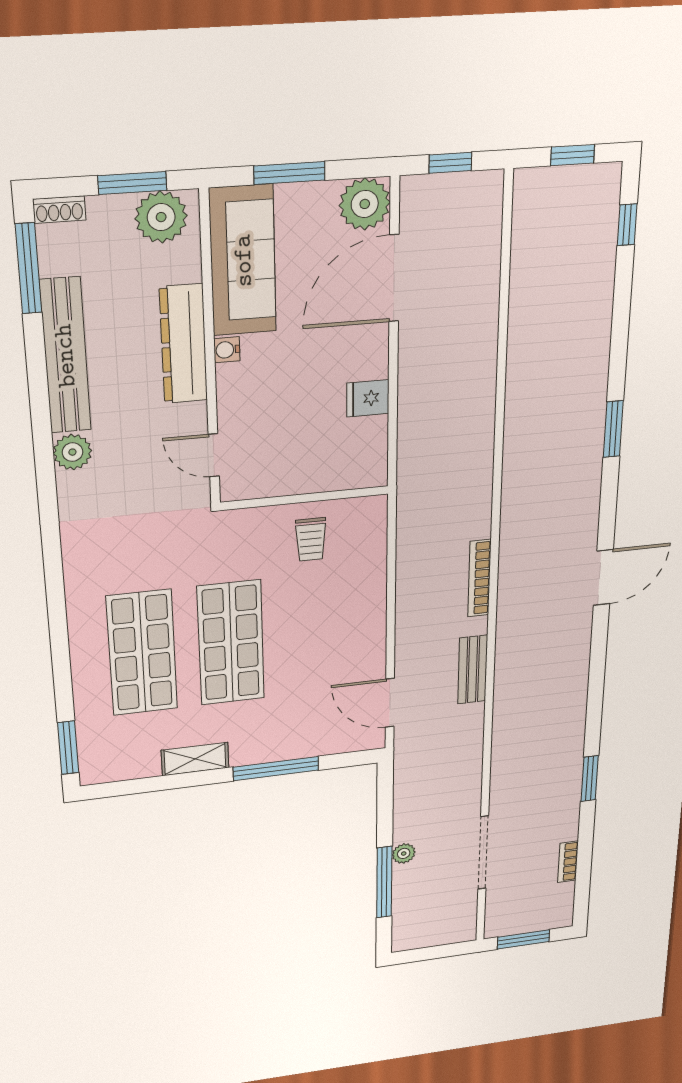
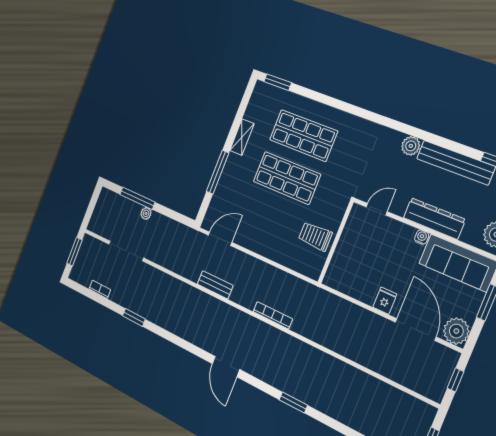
fridge: (368, 398) -> (385, 301), moved
trolley: (311, 539) -> (315, 236), width x1.36, depth x1.39
bookcase: (479, 578) -> (273, 315), moved

